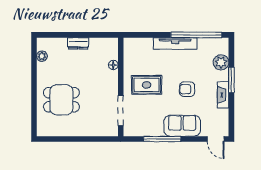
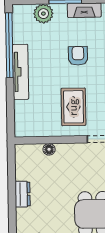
armchair: (187, 89) -> (78, 56), turned 180

